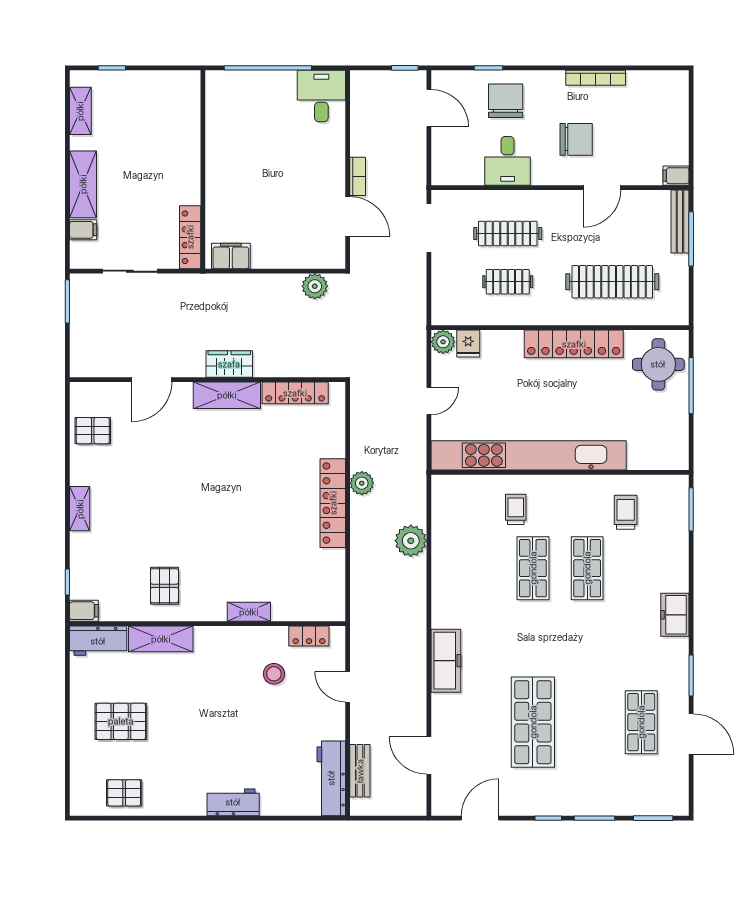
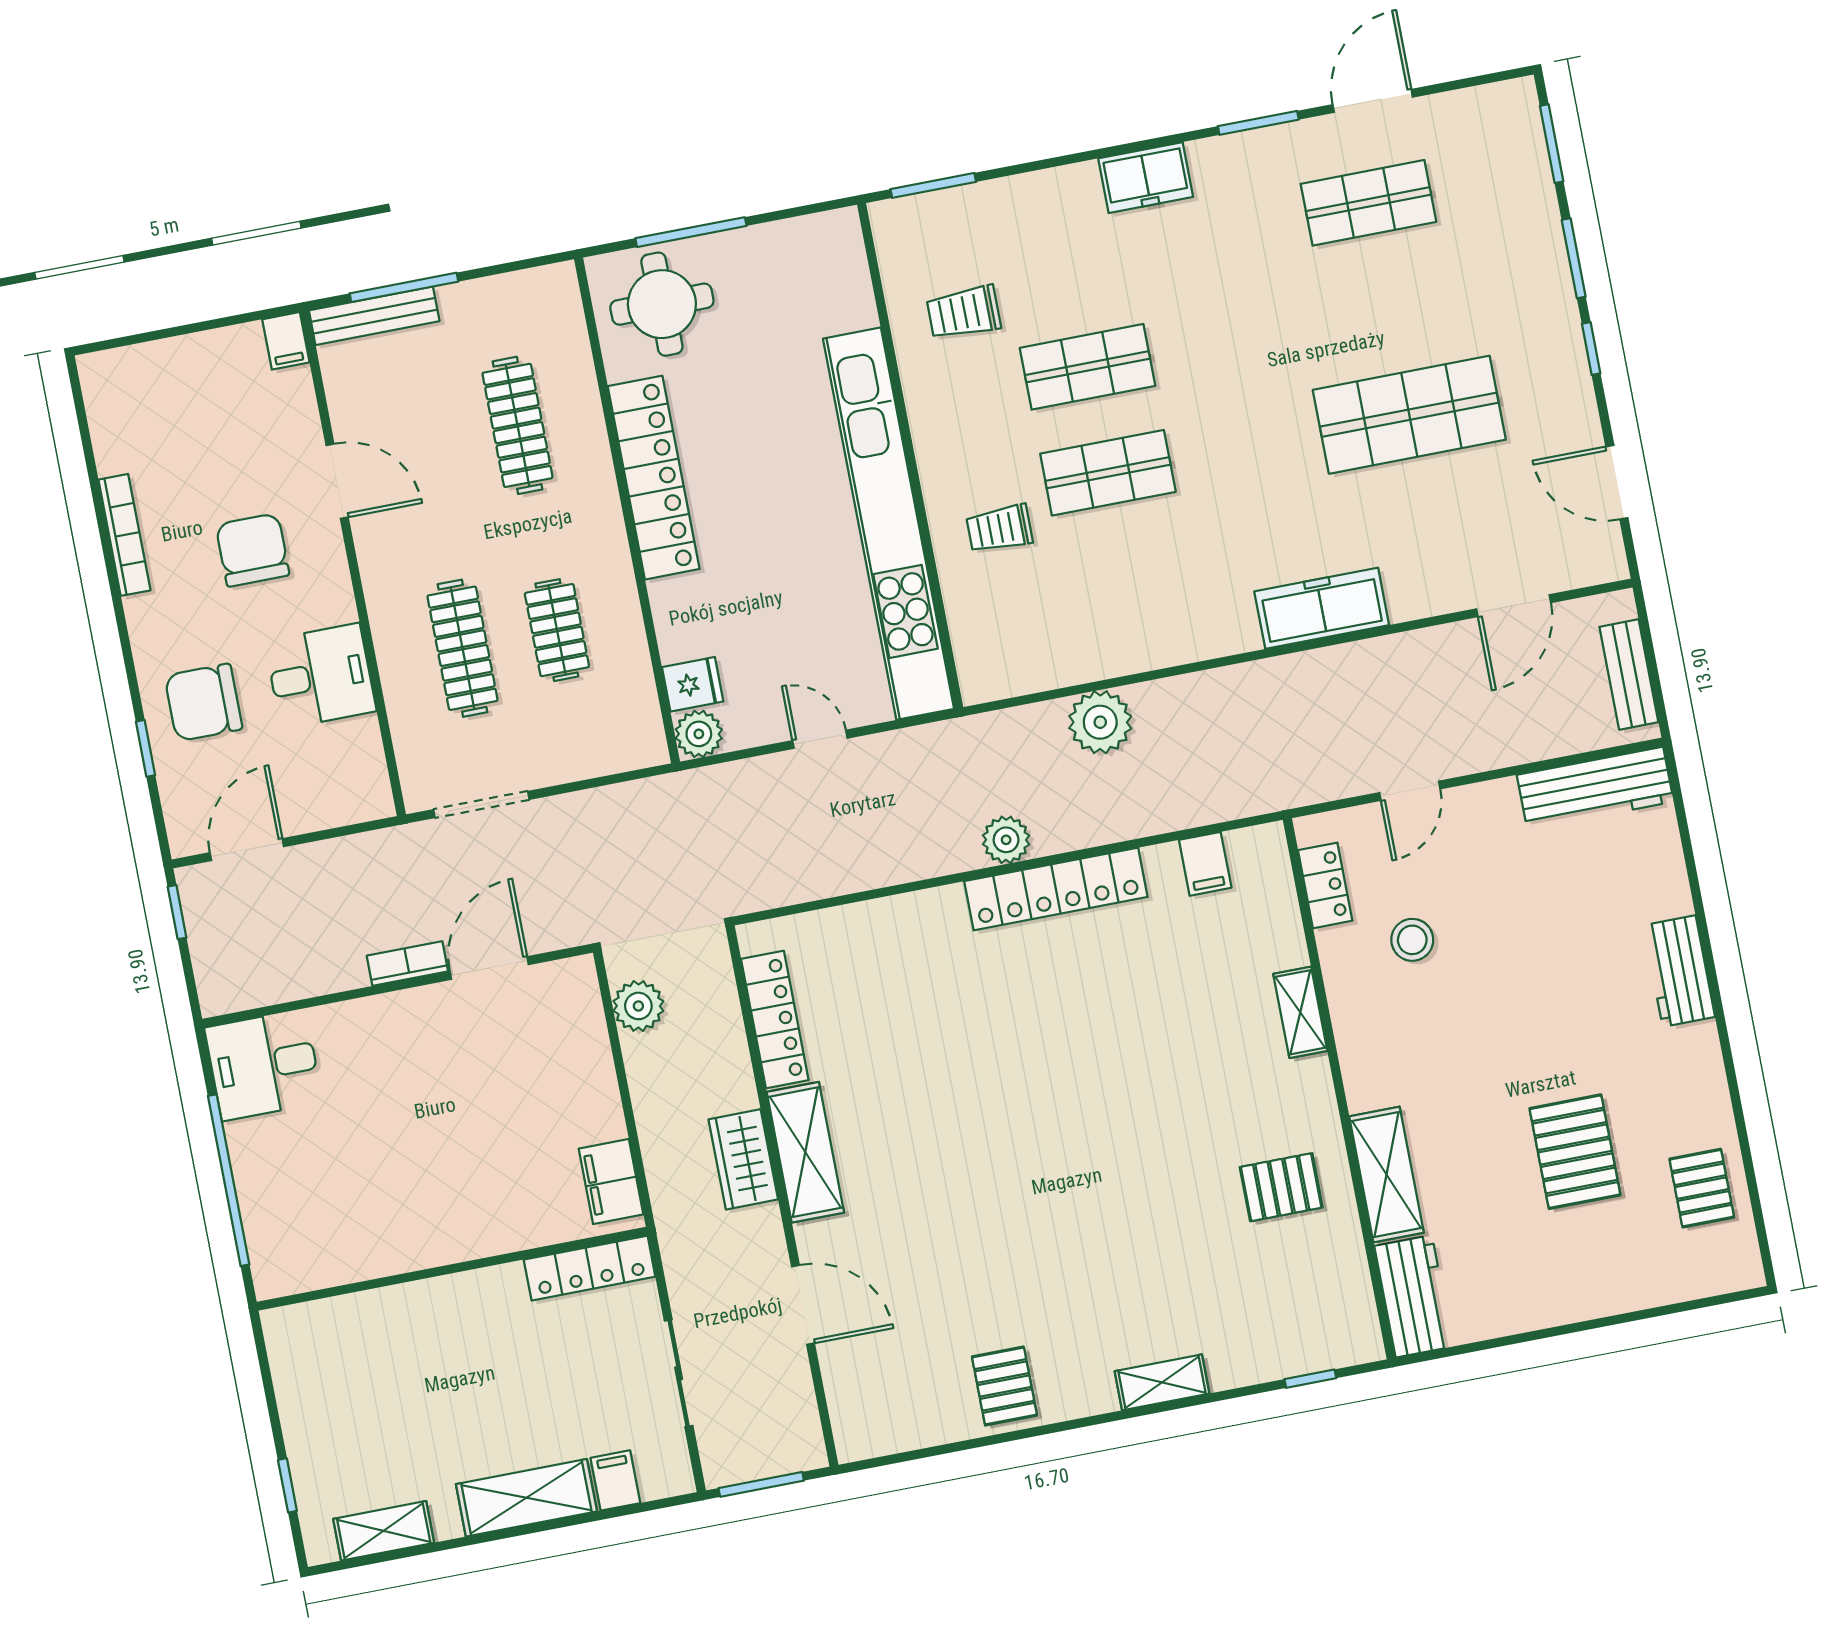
clothes rail: (612, 282) -> (517, 425), width x0.73, depth x0.76
wardrobe: (229, 364) -> (743, 1159), moved
door: (152, 380) -> (803, 1305), moved
wall: (207, 380) -> (782, 1196), moved
locker: (295, 393) -> (775, 1019), moved
shelving: (227, 395) -> (805, 1152), moved
filing cabinet: (84, 611) -> (1205, 864), moved, turned 180
pallet: (121, 721) -> (1575, 1152), moved
bench: (360, 771) -> (1629, 675), moved, turned 90

